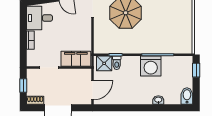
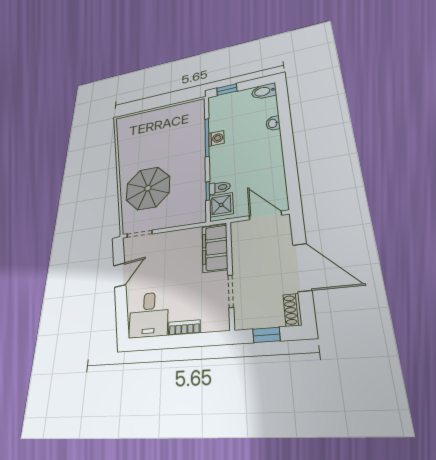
washing machine: (151, 66) -> (216, 138), width x0.53, depth x0.53

